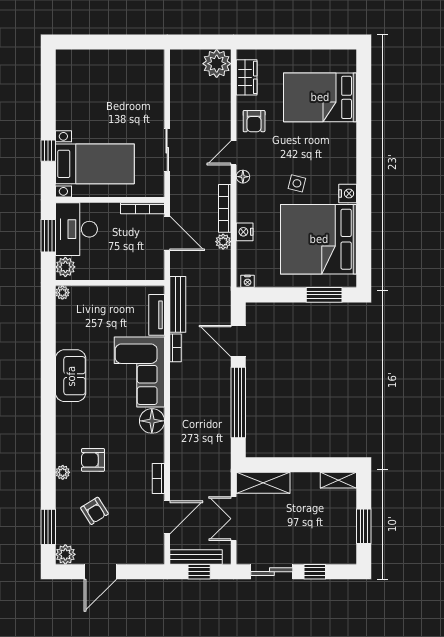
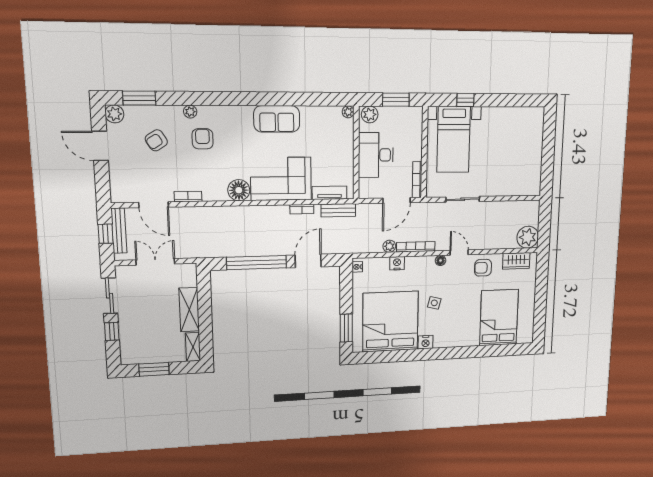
desk: (76, 229) -> (376, 155), moved, turned -90
bench: (178, 304) -> (338, 210), width x0.73
shelving: (263, 483) -> (189, 310), moved

